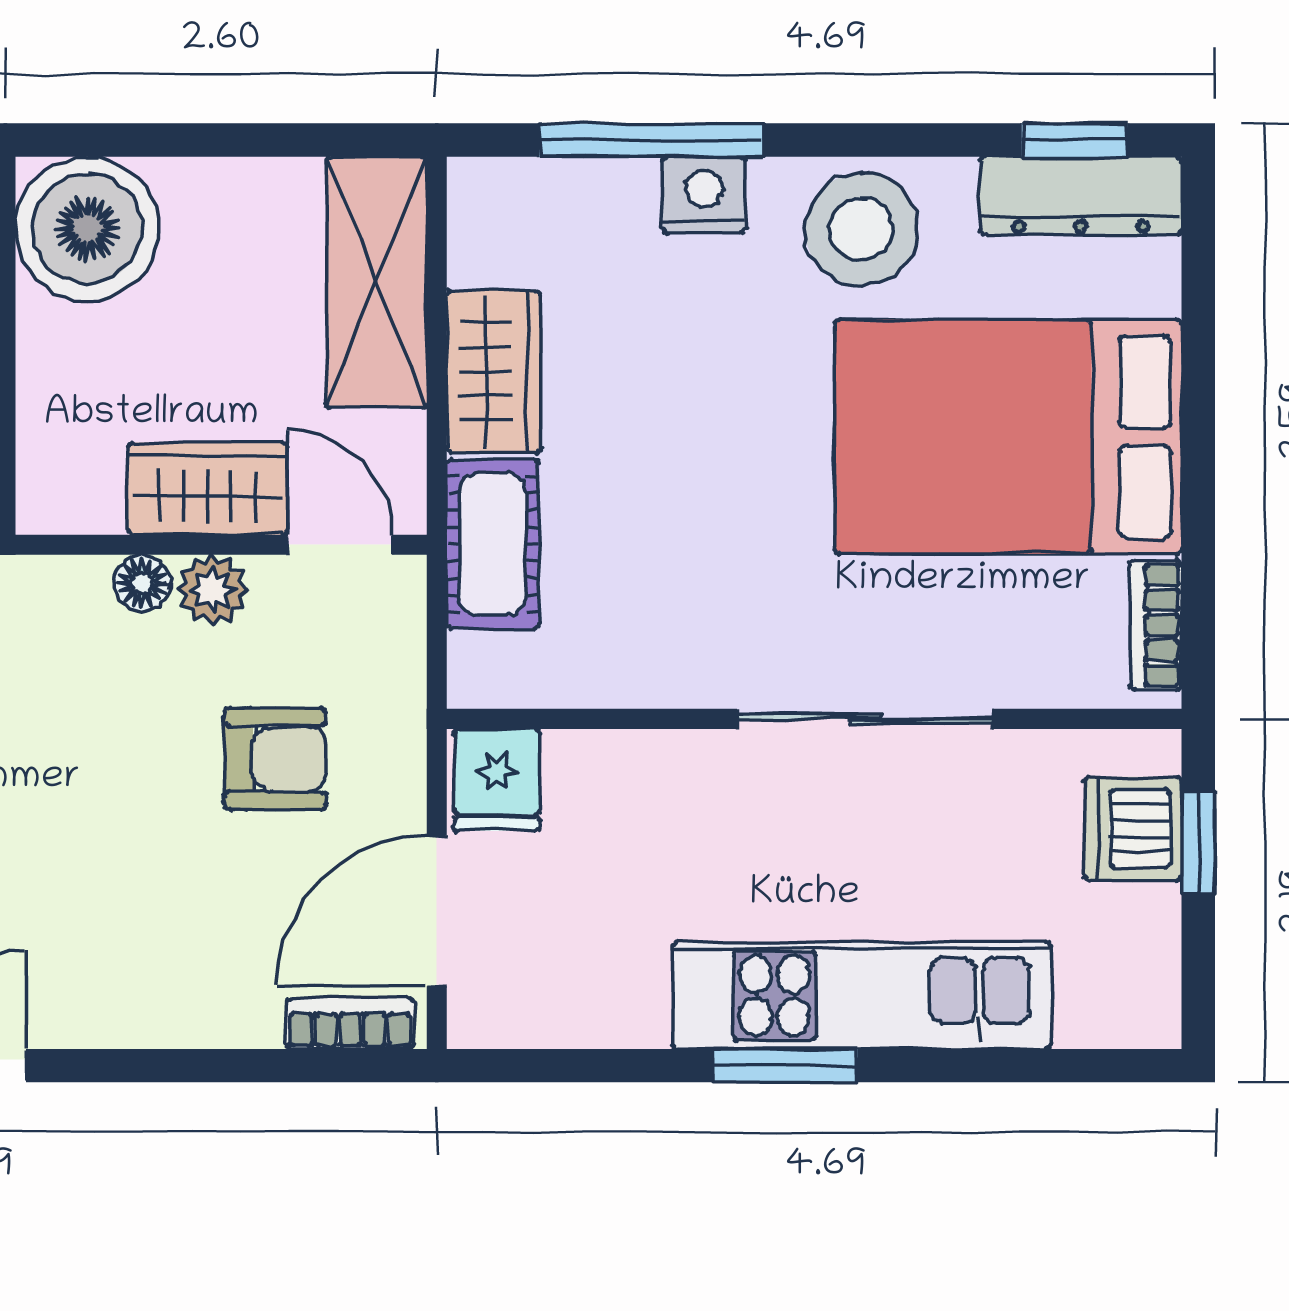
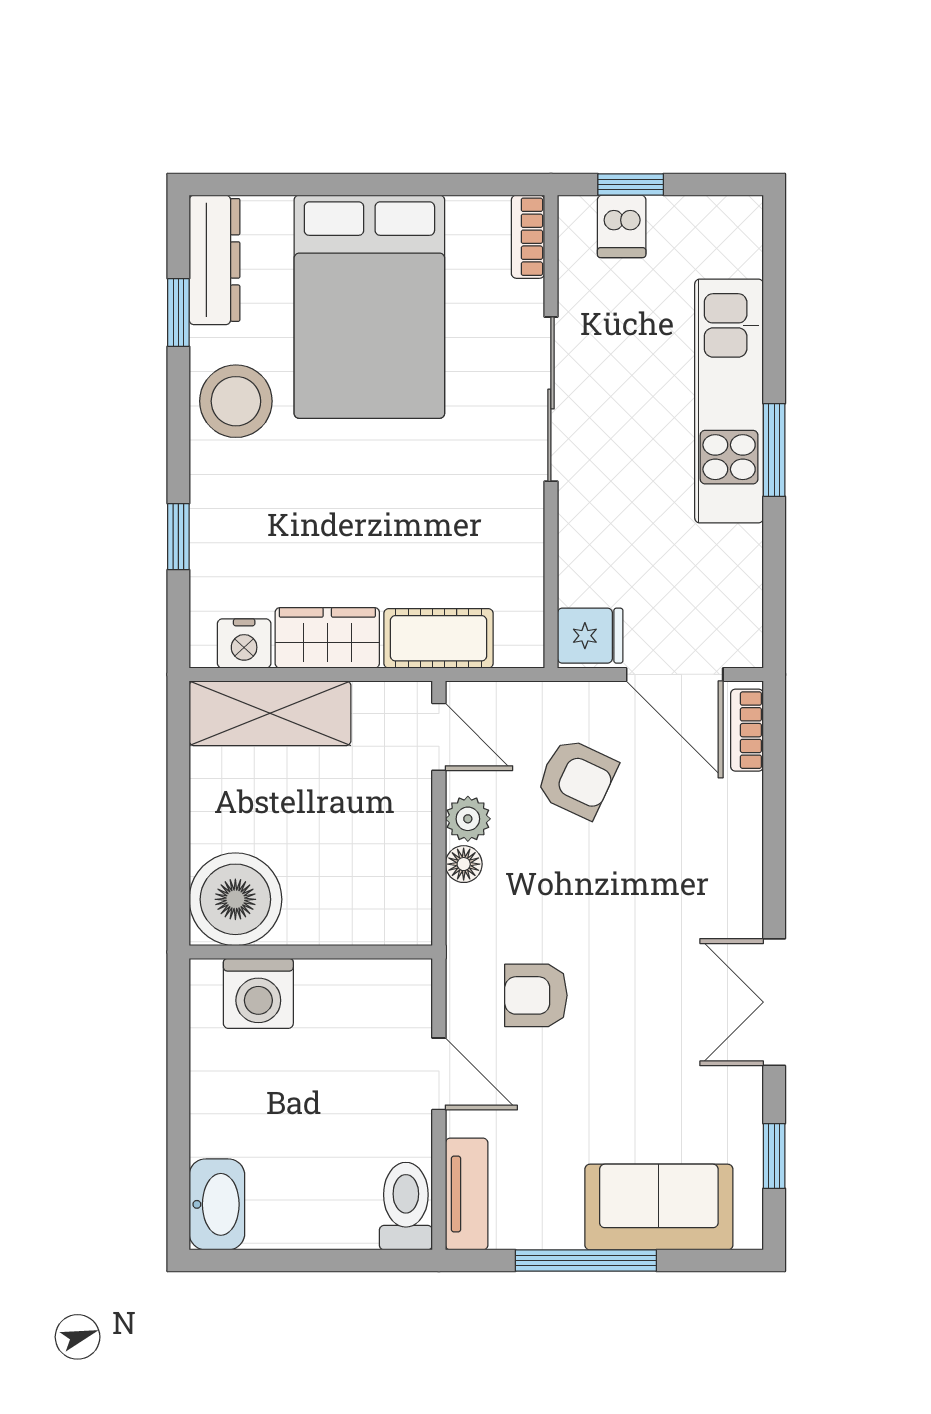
window: (651, 140) -> (178, 537), width x0.46
window: (1075, 140) -> (178, 313), moved
nightstand: (704, 195) -> (244, 643), moved, turned -90
wardrobe: (208, 489) -> (403, 822), removed
door: (340, 545) -> (439, 737), swing flipped
bookcase: (1156, 625) -> (528, 237), moved, turned 90
armchair: (275, 759) -> (577, 778), turned 115
dishwasher: (1133, 829) -> (622, 226), width x0.73

